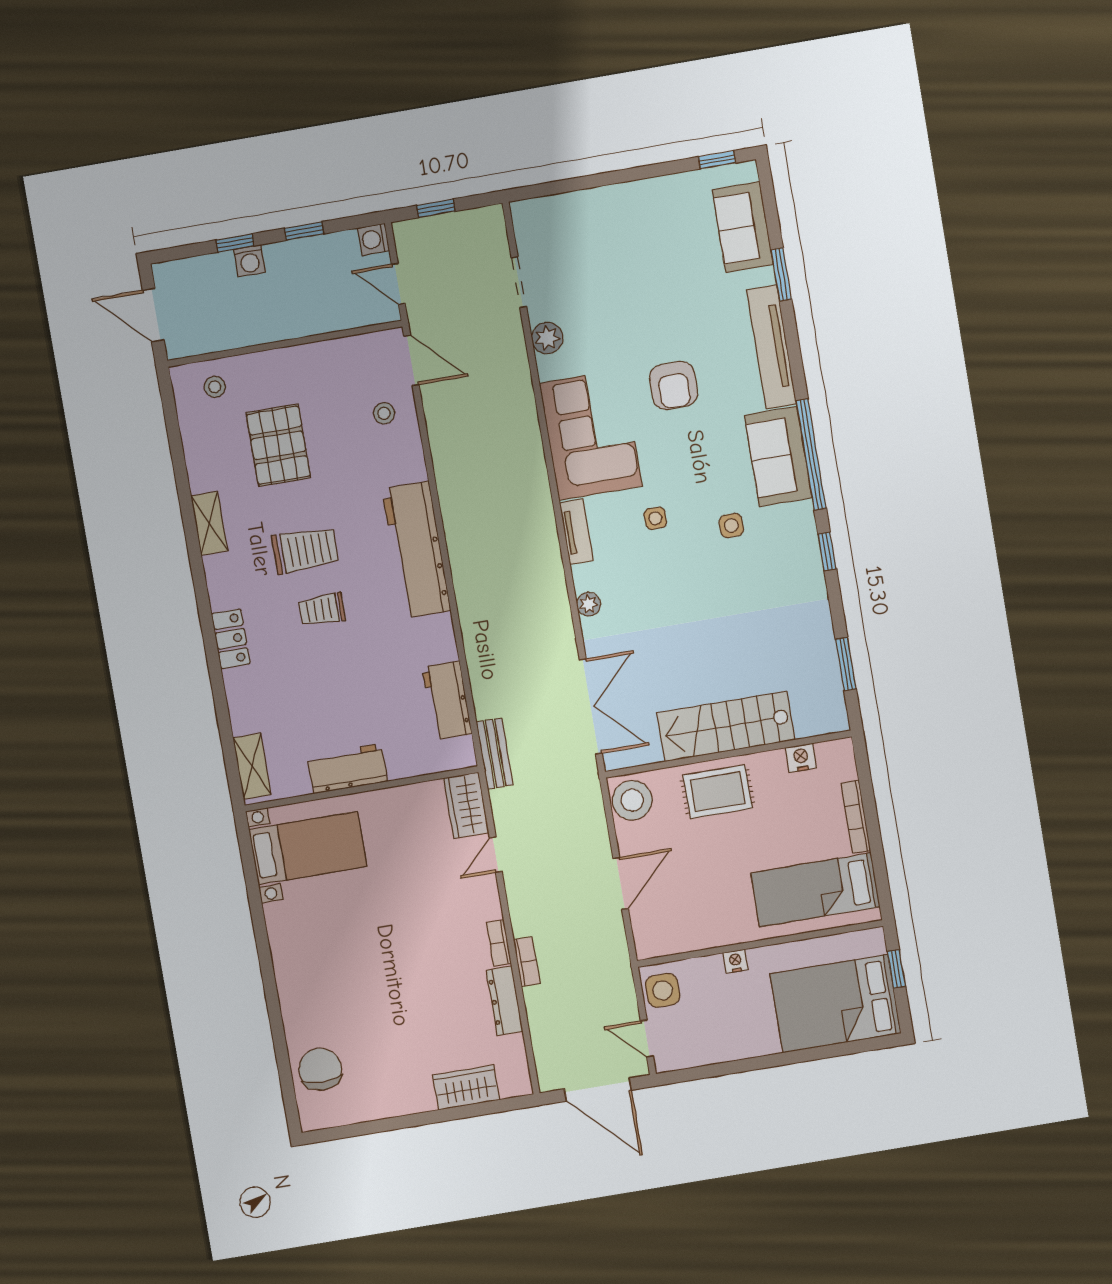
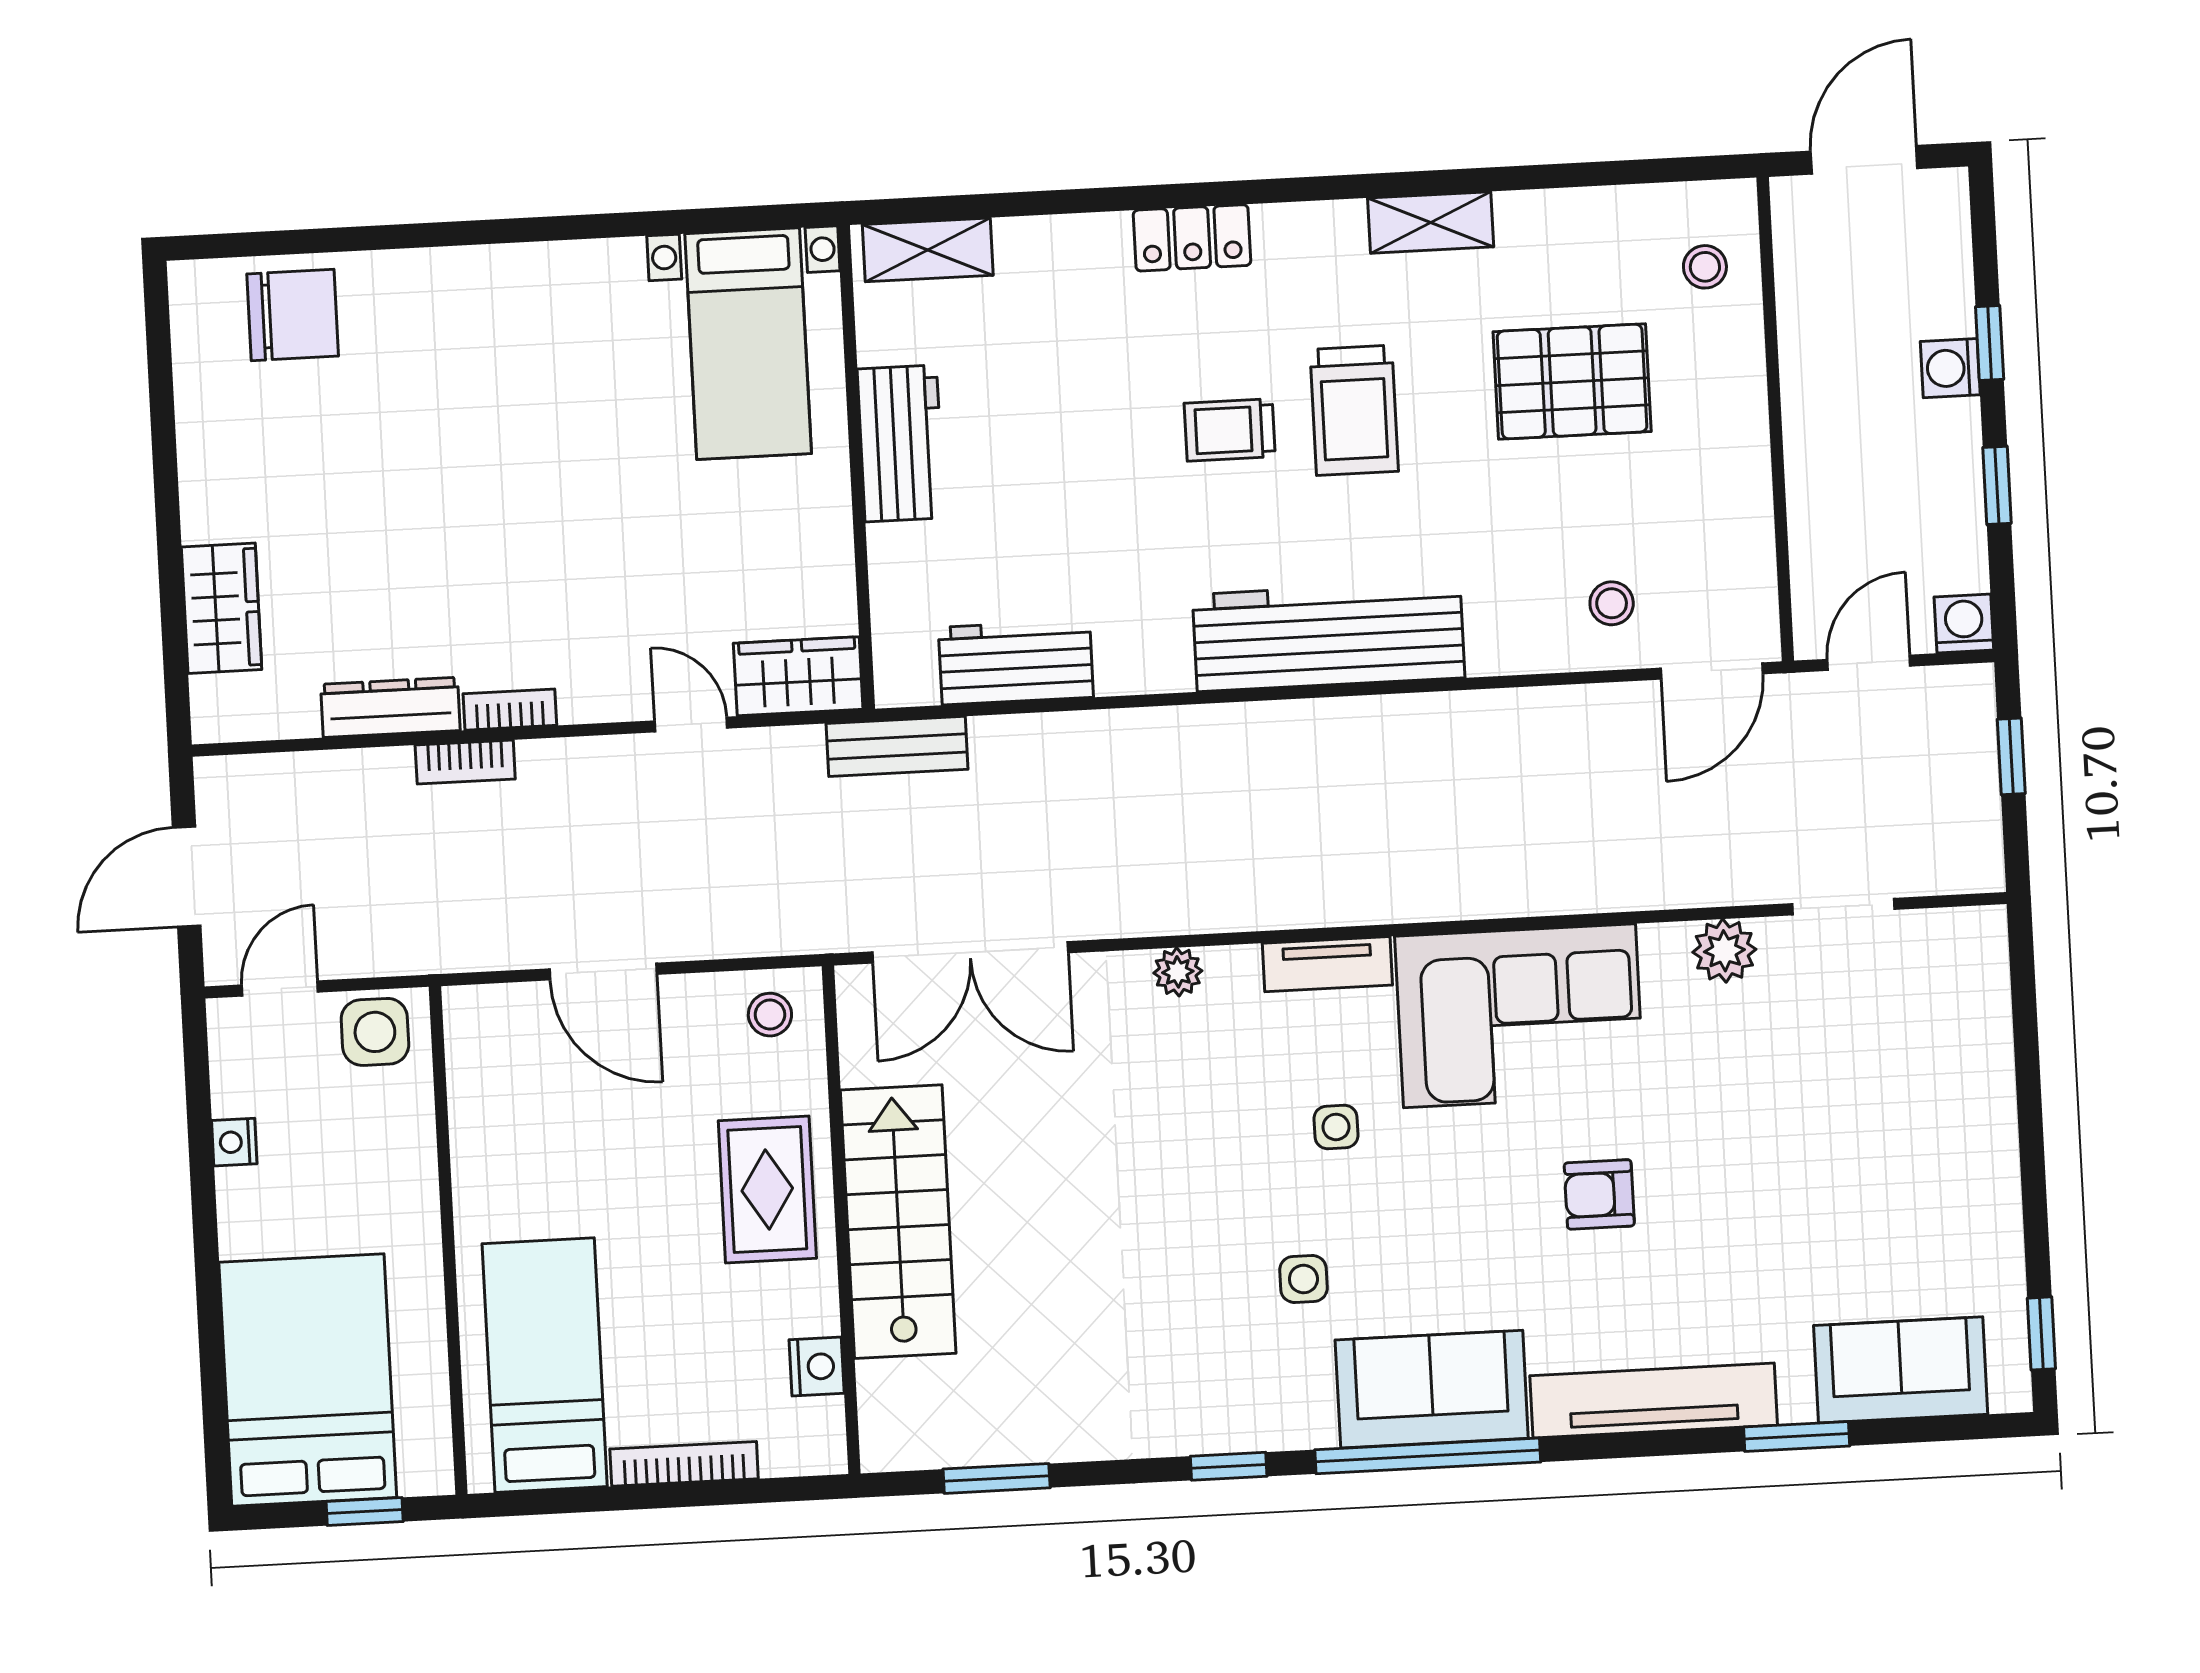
armchair: (674, 385) -> (1599, 1194), width x0.72, depth x0.72
trolley: (322, 610) -> (1230, 430), turned -90
stool: (632, 800) -> (770, 1015), width x0.53, depth x0.53
nightstand: (735, 961) -> (234, 1142), moved, turned 180
door: (598, 1090) -> (187, 877), width x0.73

